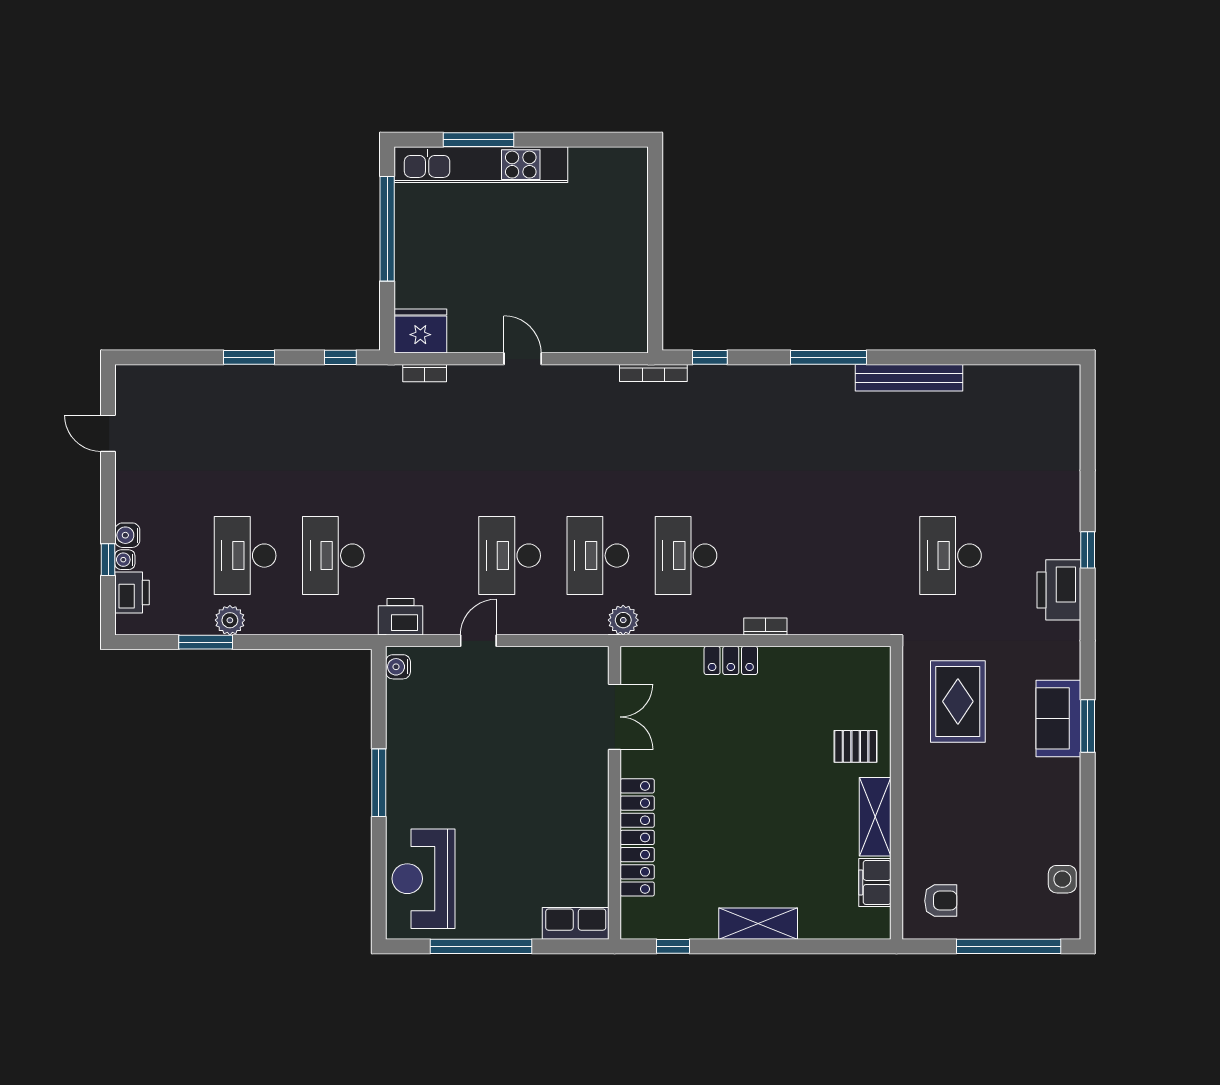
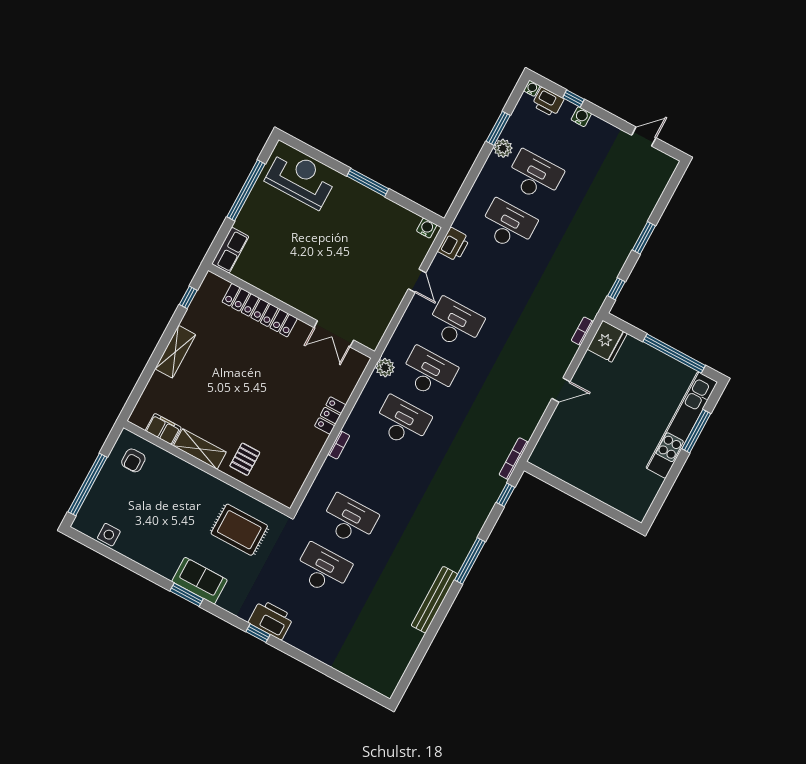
window: (1088, 550) -> (258, 633), moved
desk: (862, 556) -> (349, 520), added
water cooler: (125, 560) -> (532, 88), moved

